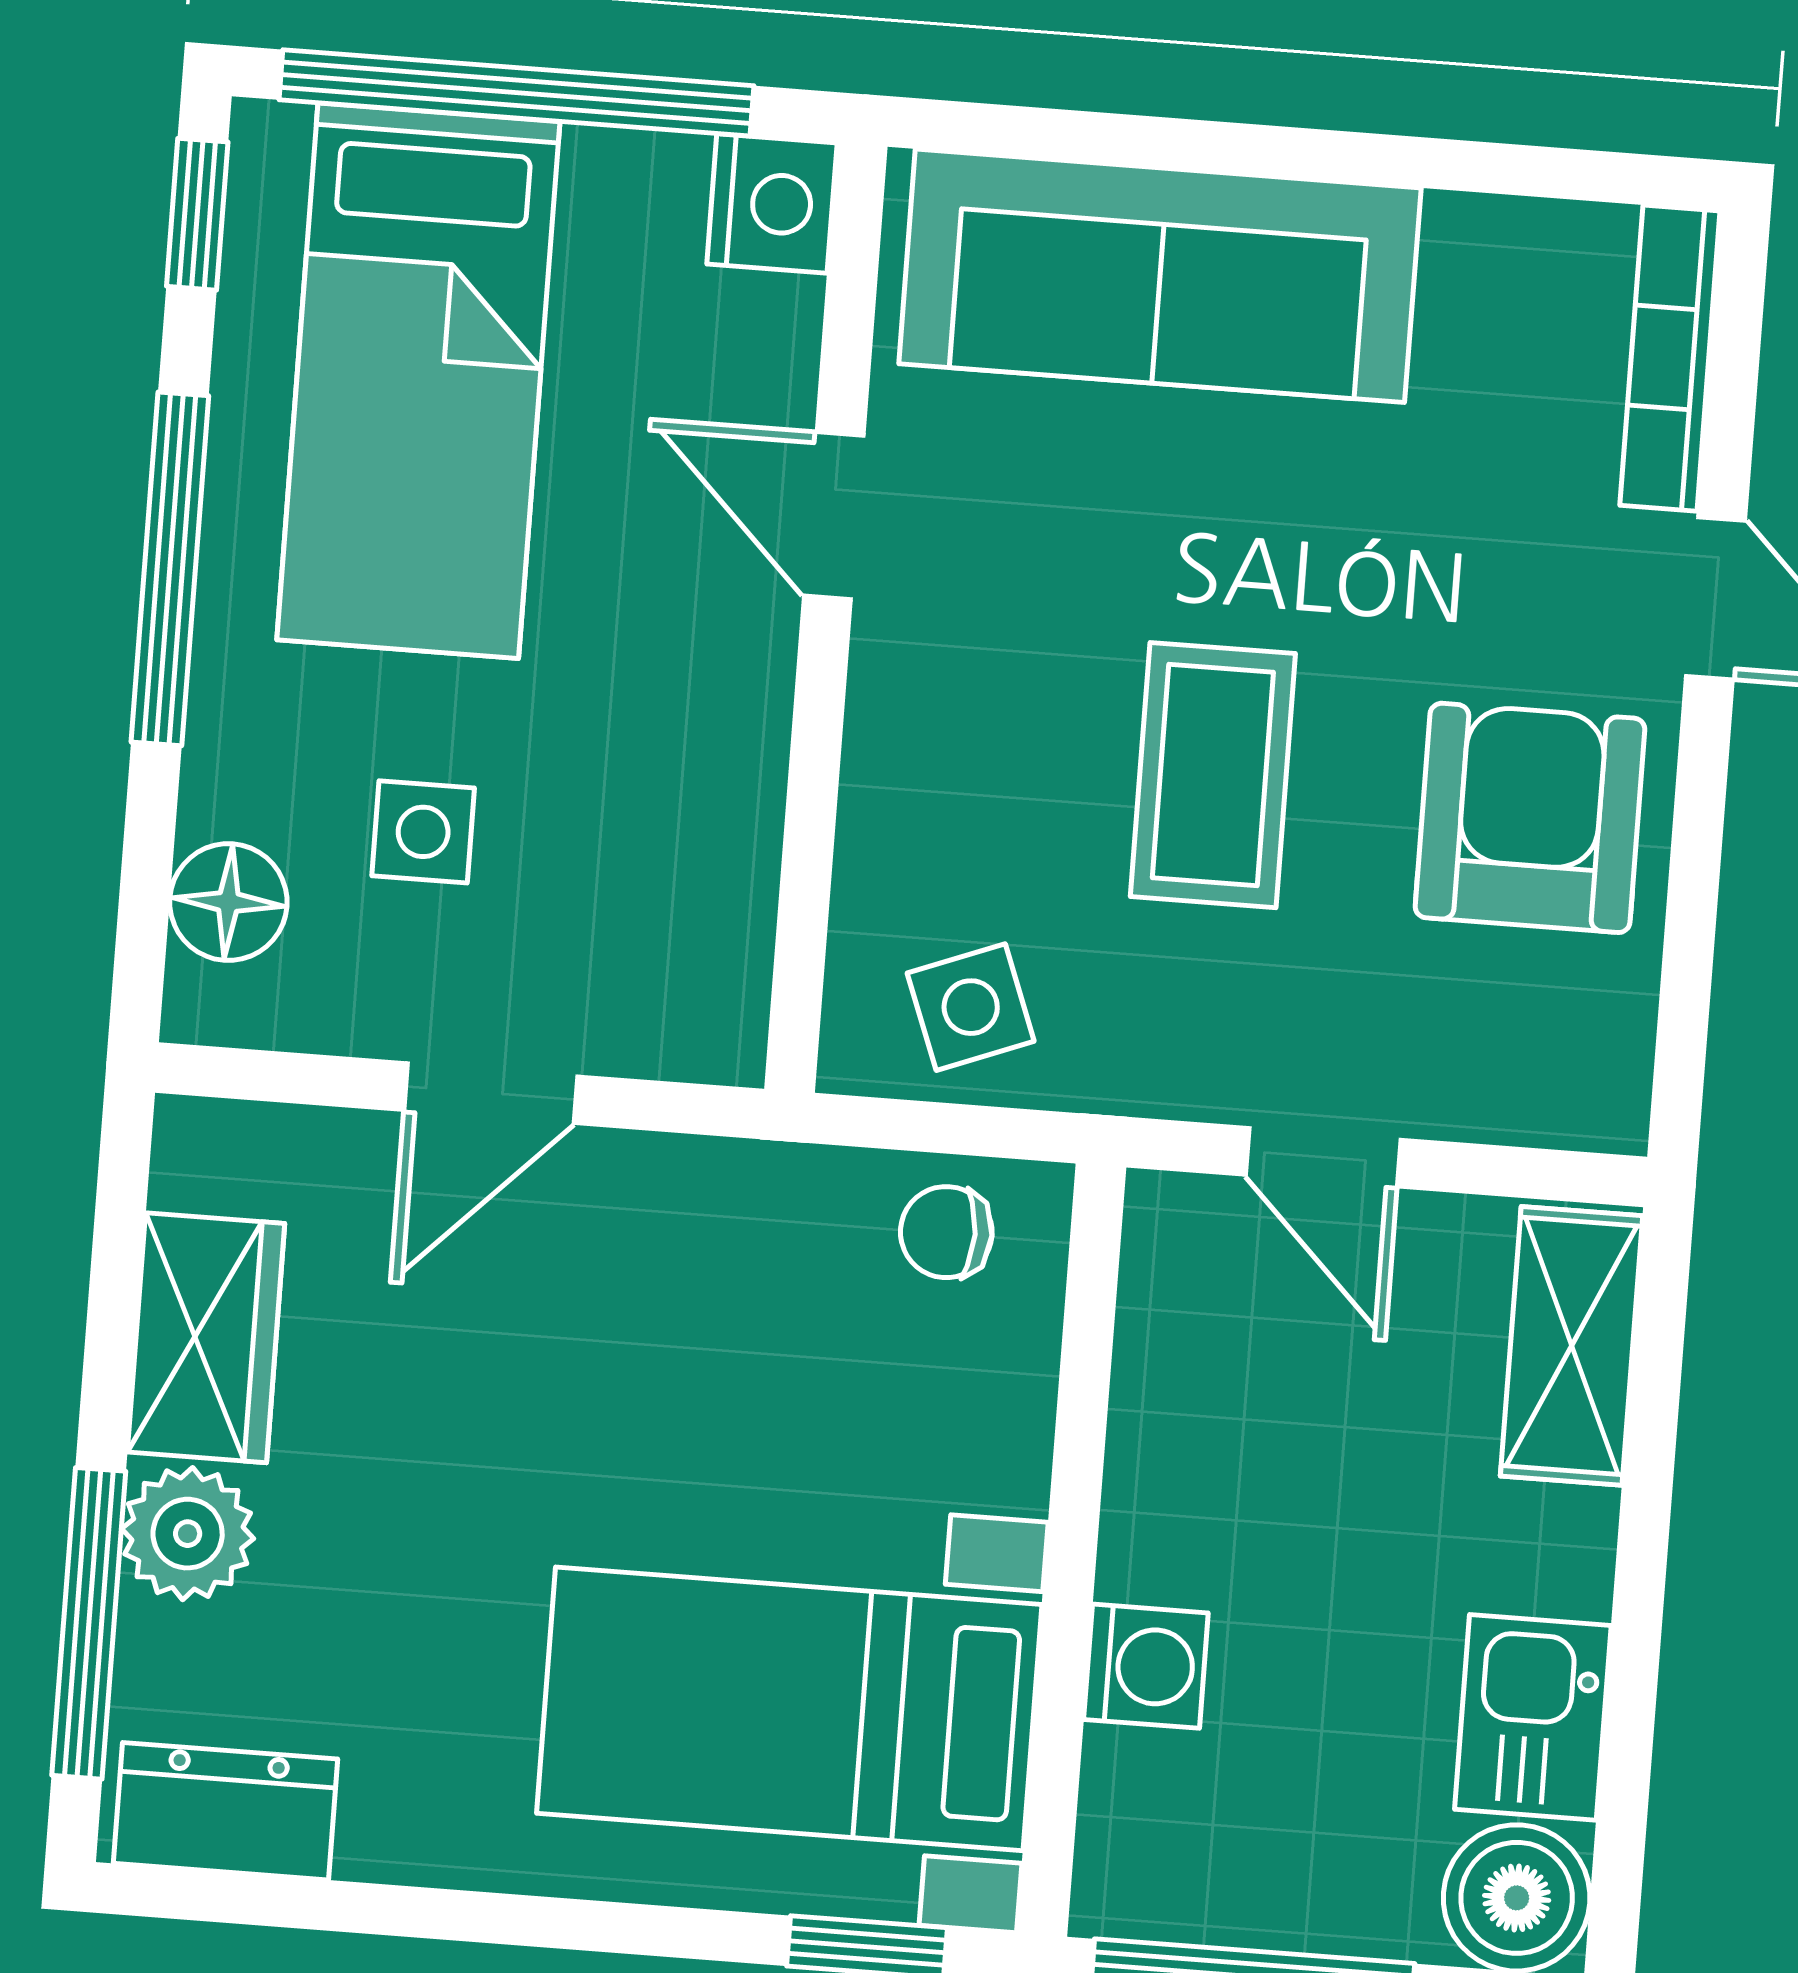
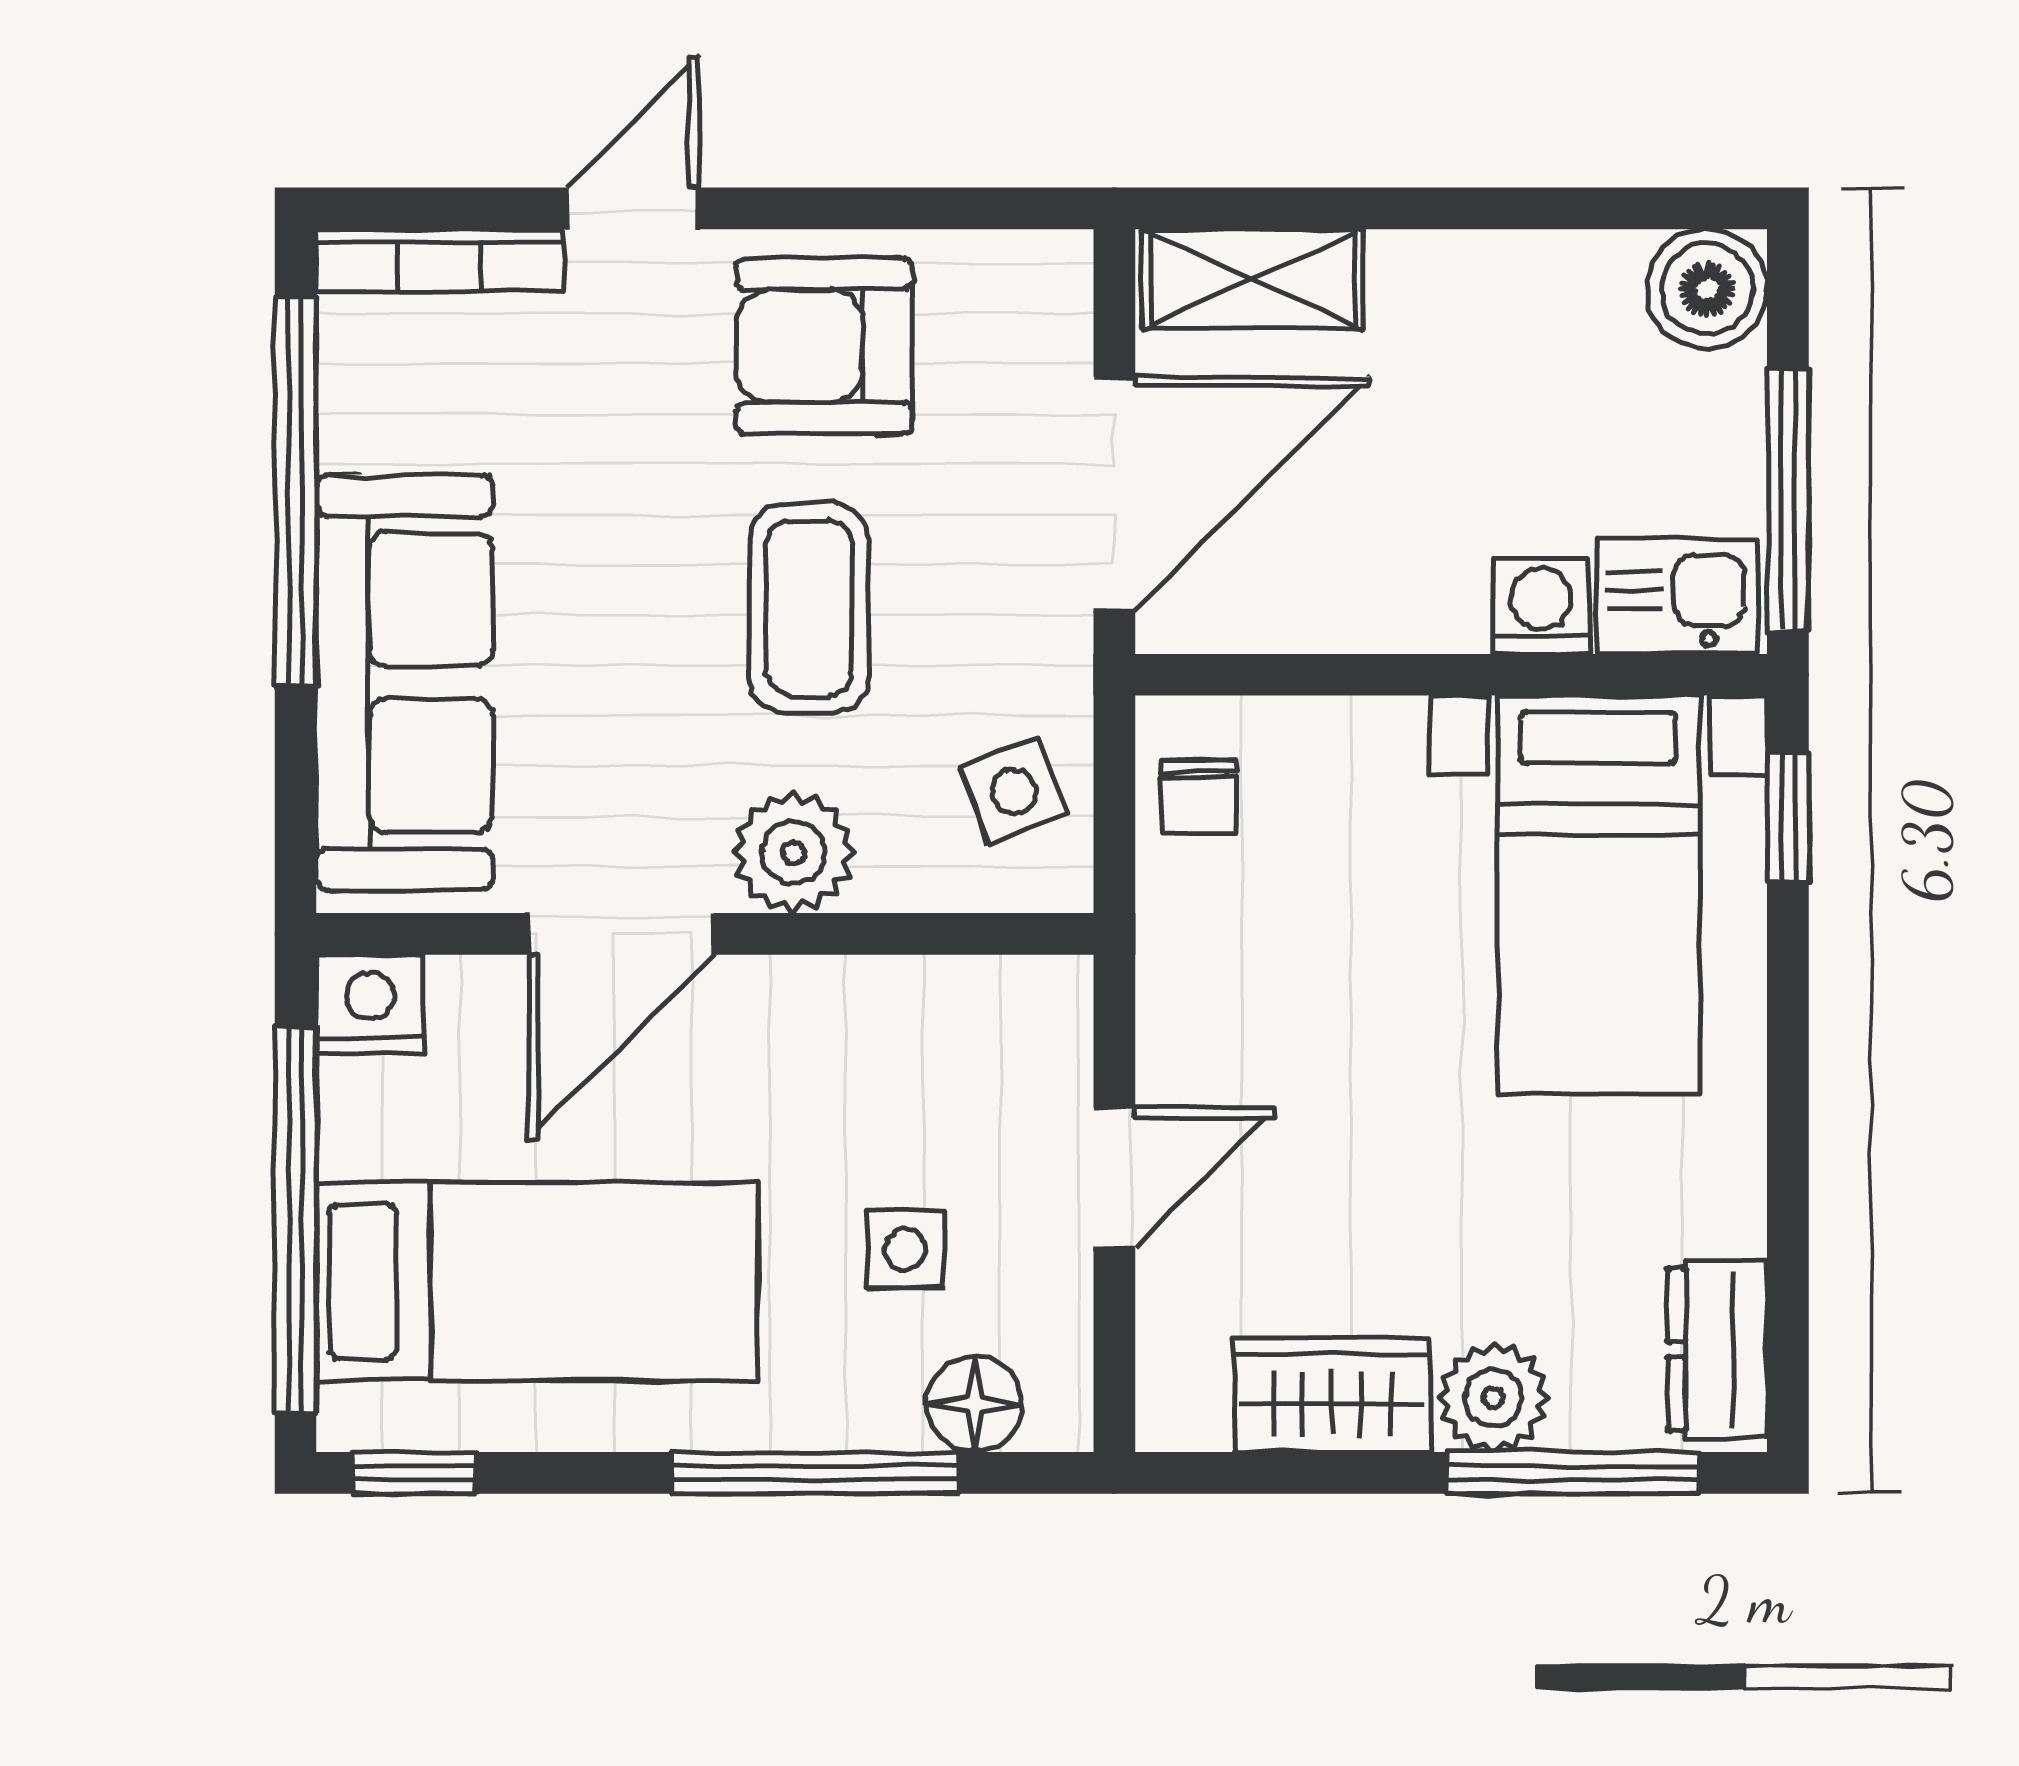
window: (1402, 161) -> (296, 492), added
door: (834, 516) -> (621, 934), width x1.38
window: (170, 569) -> (816, 1473), moved
plant: (917, 733) -> (793, 853), added
coffee table: (1213, 775) -> (809, 608), turned 90
door: (491, 1093) -> (1114, 1178), hinge flipped
door: (1323, 1157) -> (1114, 494), width x1.88
kitchen sink: (1533, 1717) -> (1677, 596), moved, turned 180

